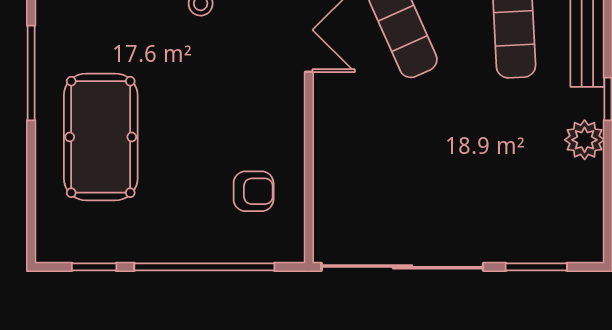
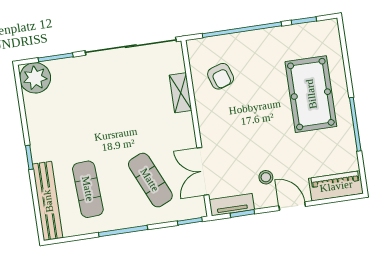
plant: (585, 140) -> (35, 78), moved, width x1.36, depth x1.36
shelving: (328, 173) -> (181, 93), added
armchair: (254, 191) -> (221, 76), turned -108

